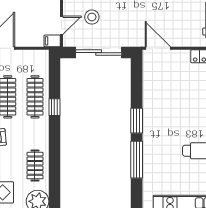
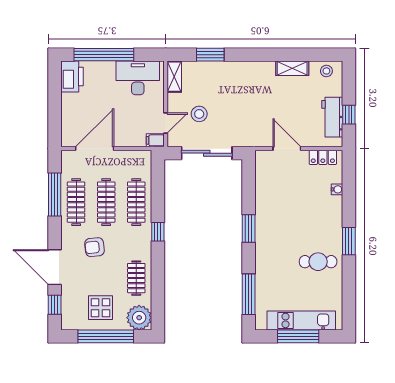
door: (158, 48) -> (287, 149), moved
window: (54, 107) -> (158, 232), moved
window: (137, 160) -> (249, 294), moved

